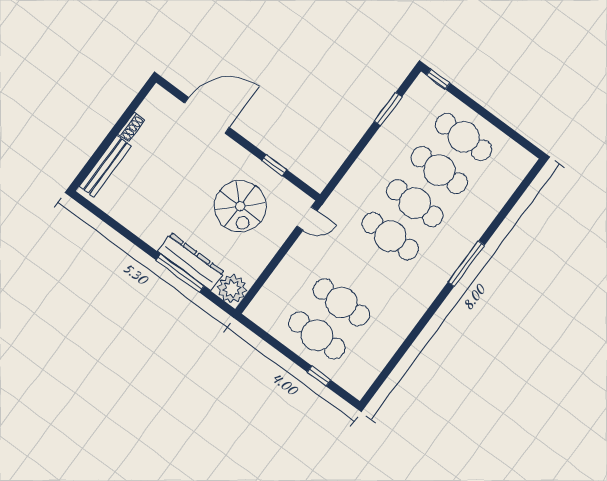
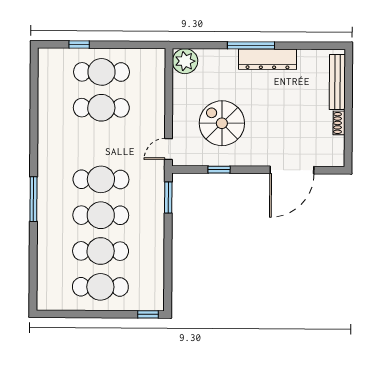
window: (388, 109) -> (168, 198), moved
dresser: (191, 262) -> (268, 59), moved
window: (180, 273) -> (251, 45), moved

